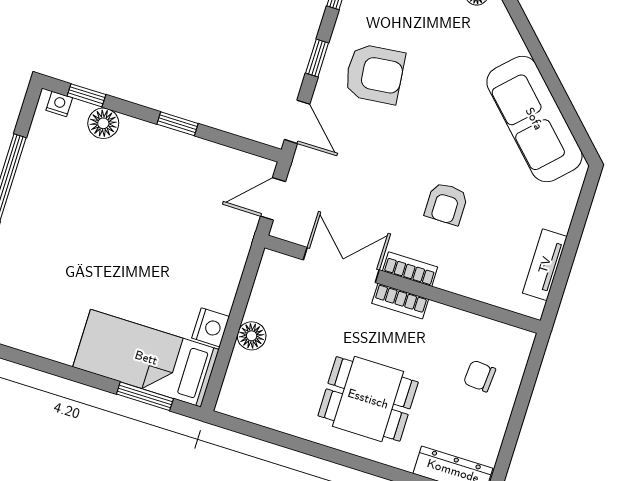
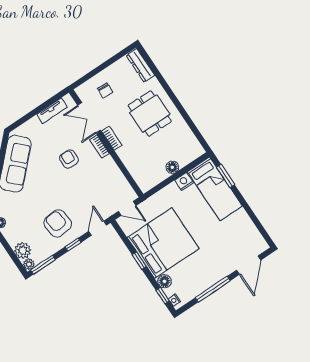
bed: (160, 189) -> (163, 243), added
armchair: (446, 204) -> (69, 159), turned -90
double door: (341, 265) -> (89, 118), moved

